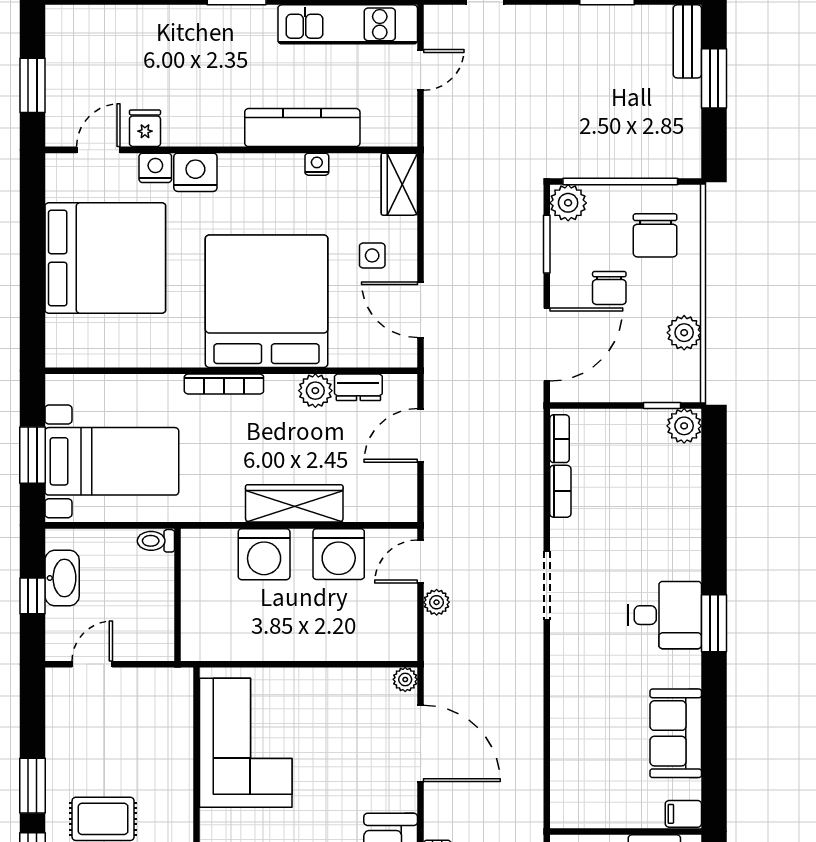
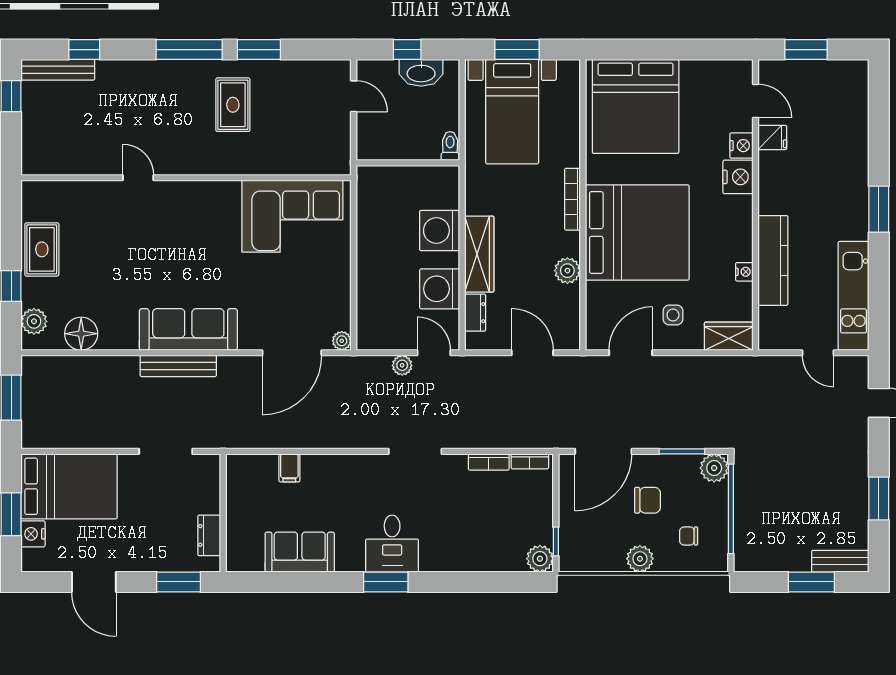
chair: (655, 235) -> (689, 536), width x0.54, depth x0.54
bed: (105, 258) -> (636, 106), moved
chair: (609, 288) -> (648, 500), turned 180
plant: (684, 333) -> (640, 559), moved
door: (547, 344) -> (603, 451), hinge flipped
dresser: (358, 387) -> (475, 313), moved, turned 180
filing cabinet: (683, 814) -> (289, 468), moved, turned 180

